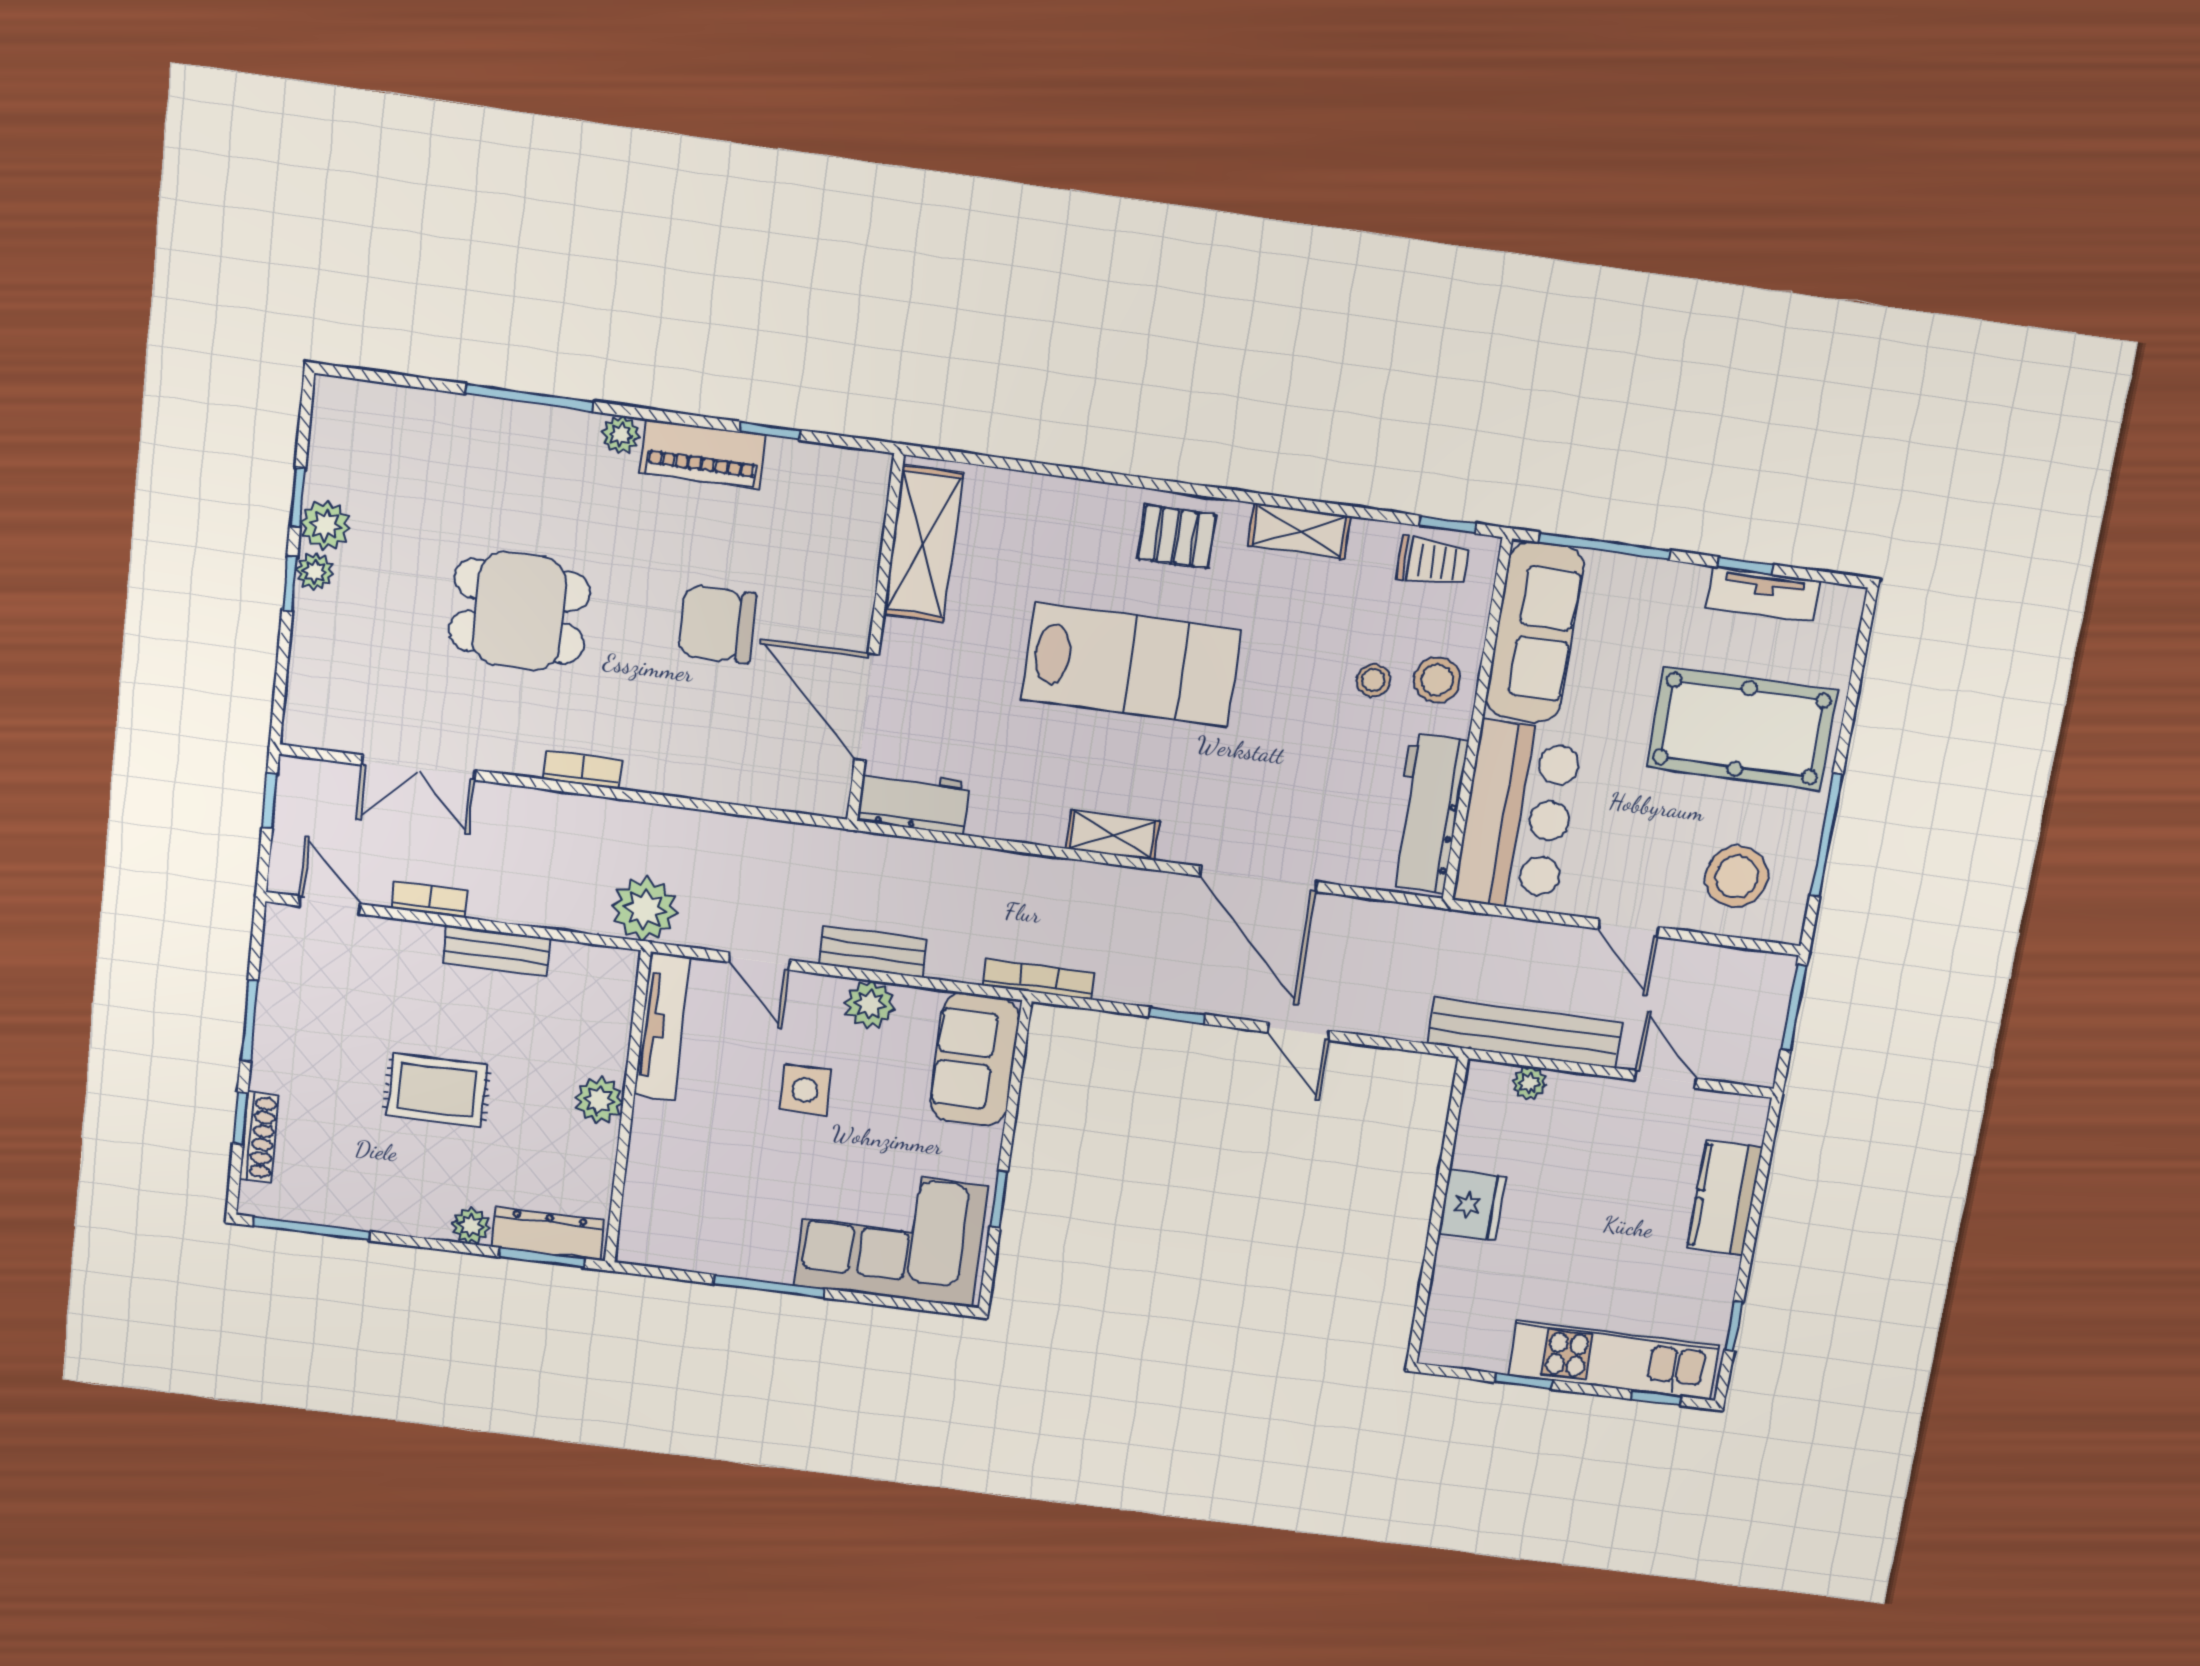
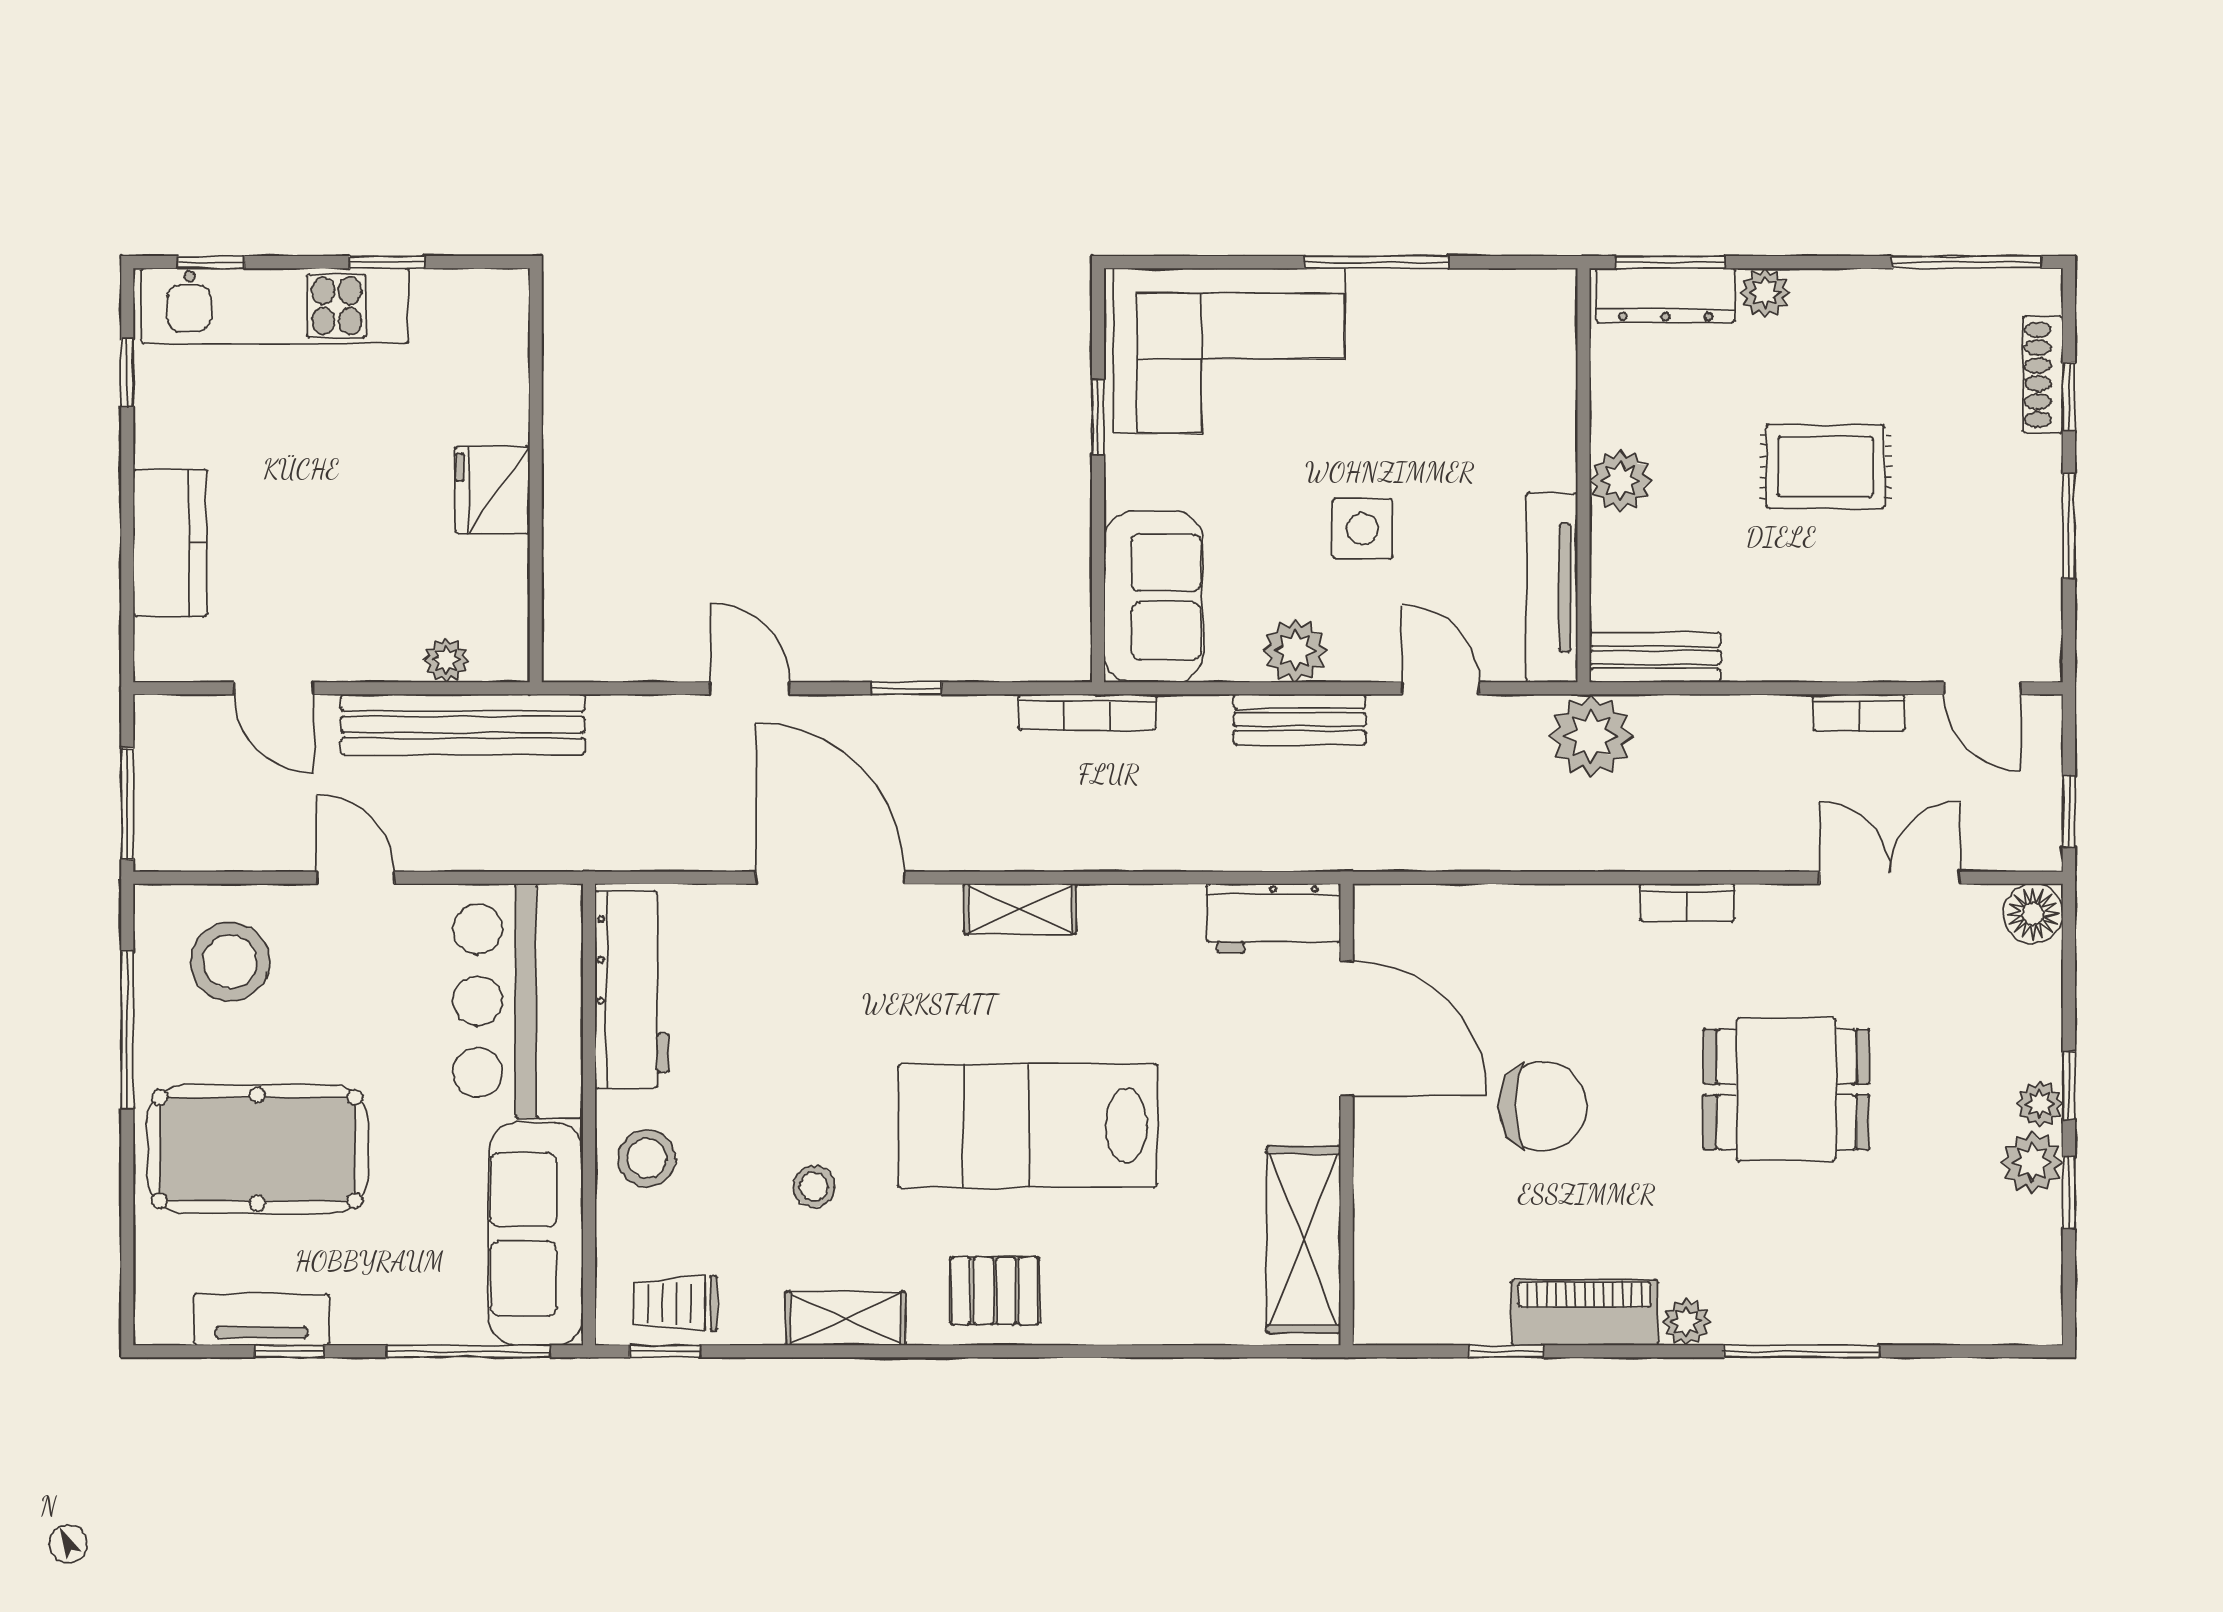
stool: (1373, 680) -> (814, 1186), moved
floor lamp: (306, 724) -> (2033, 914), added
bench: (497, 951) -> (1655, 657), moved

